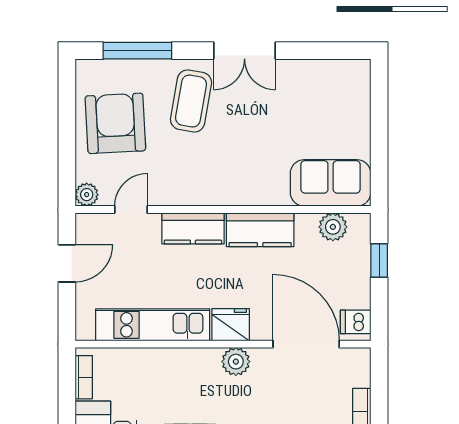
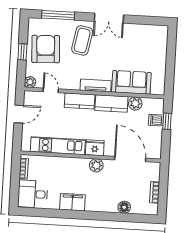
window: (67, 132) -> (22, 52), added
sofa: (331, 183) -> (131, 82), moved
tv unit: (225, 194) -> (96, 86), added
door: (131, 209) -> (51, 90), hinge flipped
plant: (333, 227) -> (135, 103), moved
dishwasher: (356, 322) -> (156, 120), moved

